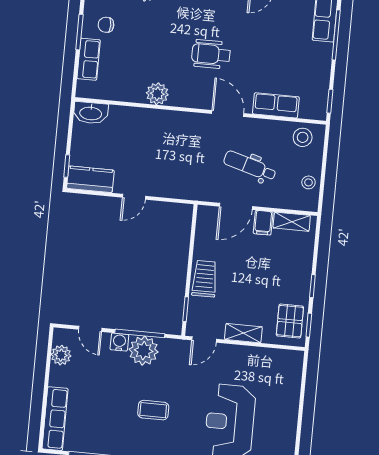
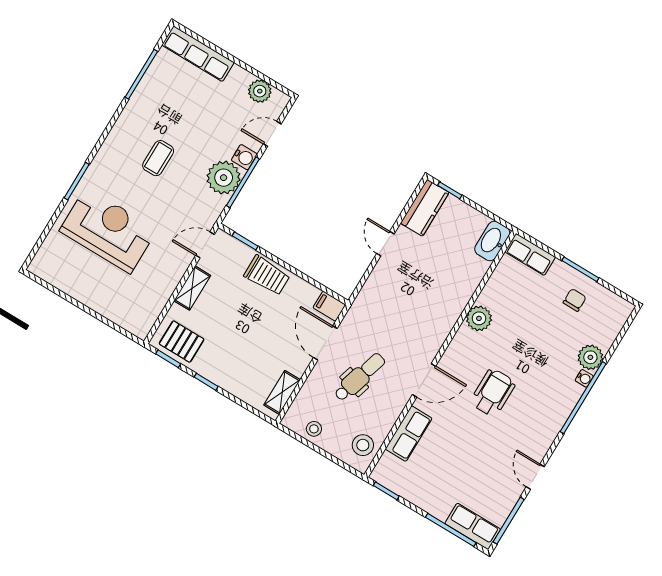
row of seats: (89, 59) -> (530, 254), moved
filing cabinet: (263, 223) -> (329, 306), moved
door: (204, 340) -> (205, 245), hinge flipped

